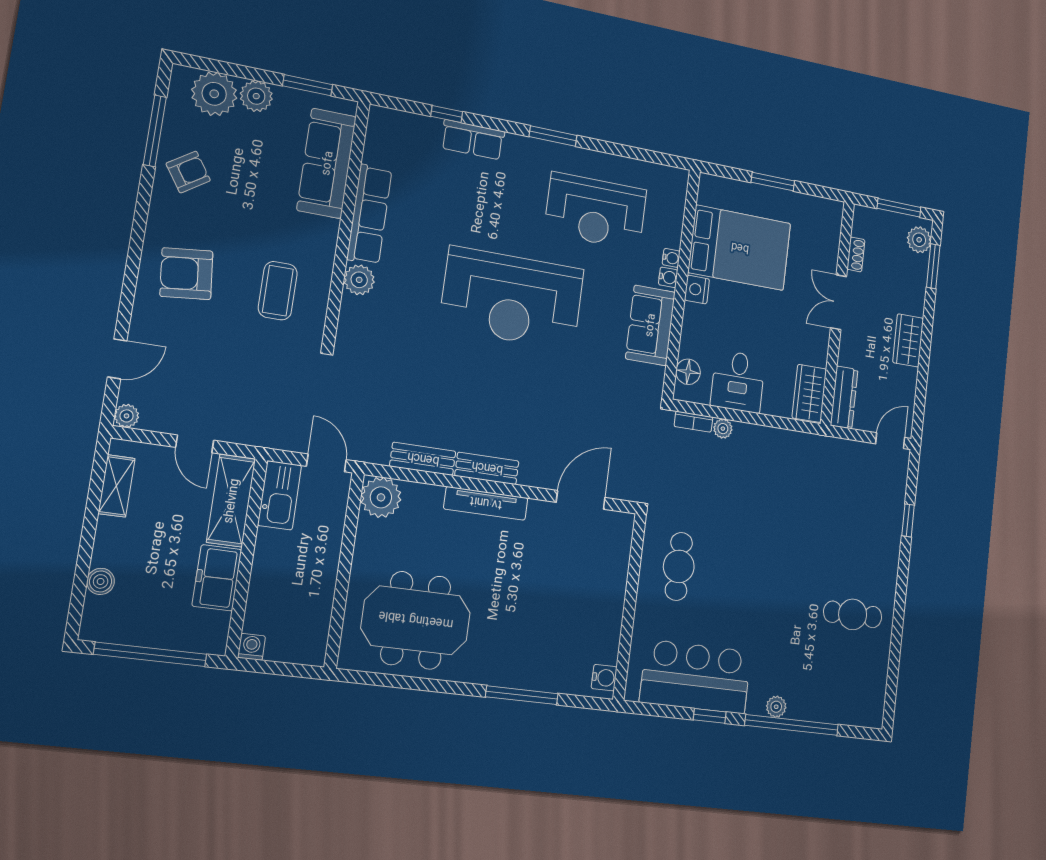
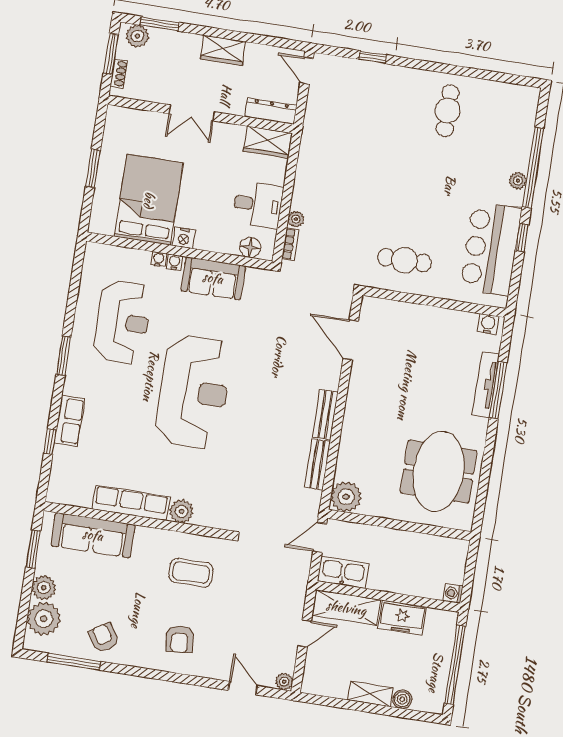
shoe rack: (856, 254) -> (119, 73), moved, turned 90
armchair: (186, 274) -> (180, 639), width x0.72, depth x0.72
shelving: (117, 486) -> (370, 694), moved
tv unit: (486, 503) -> (486, 384), moved, turned 180

